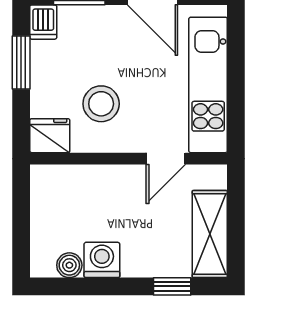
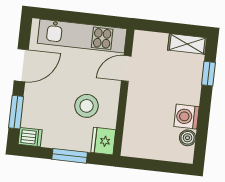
window: (21, 63) -> (70, 156), moved
door: (166, 159) -> (126, 68), swing flipped
shelving: (210, 234) -> (187, 44), width x0.67, depth x0.75

